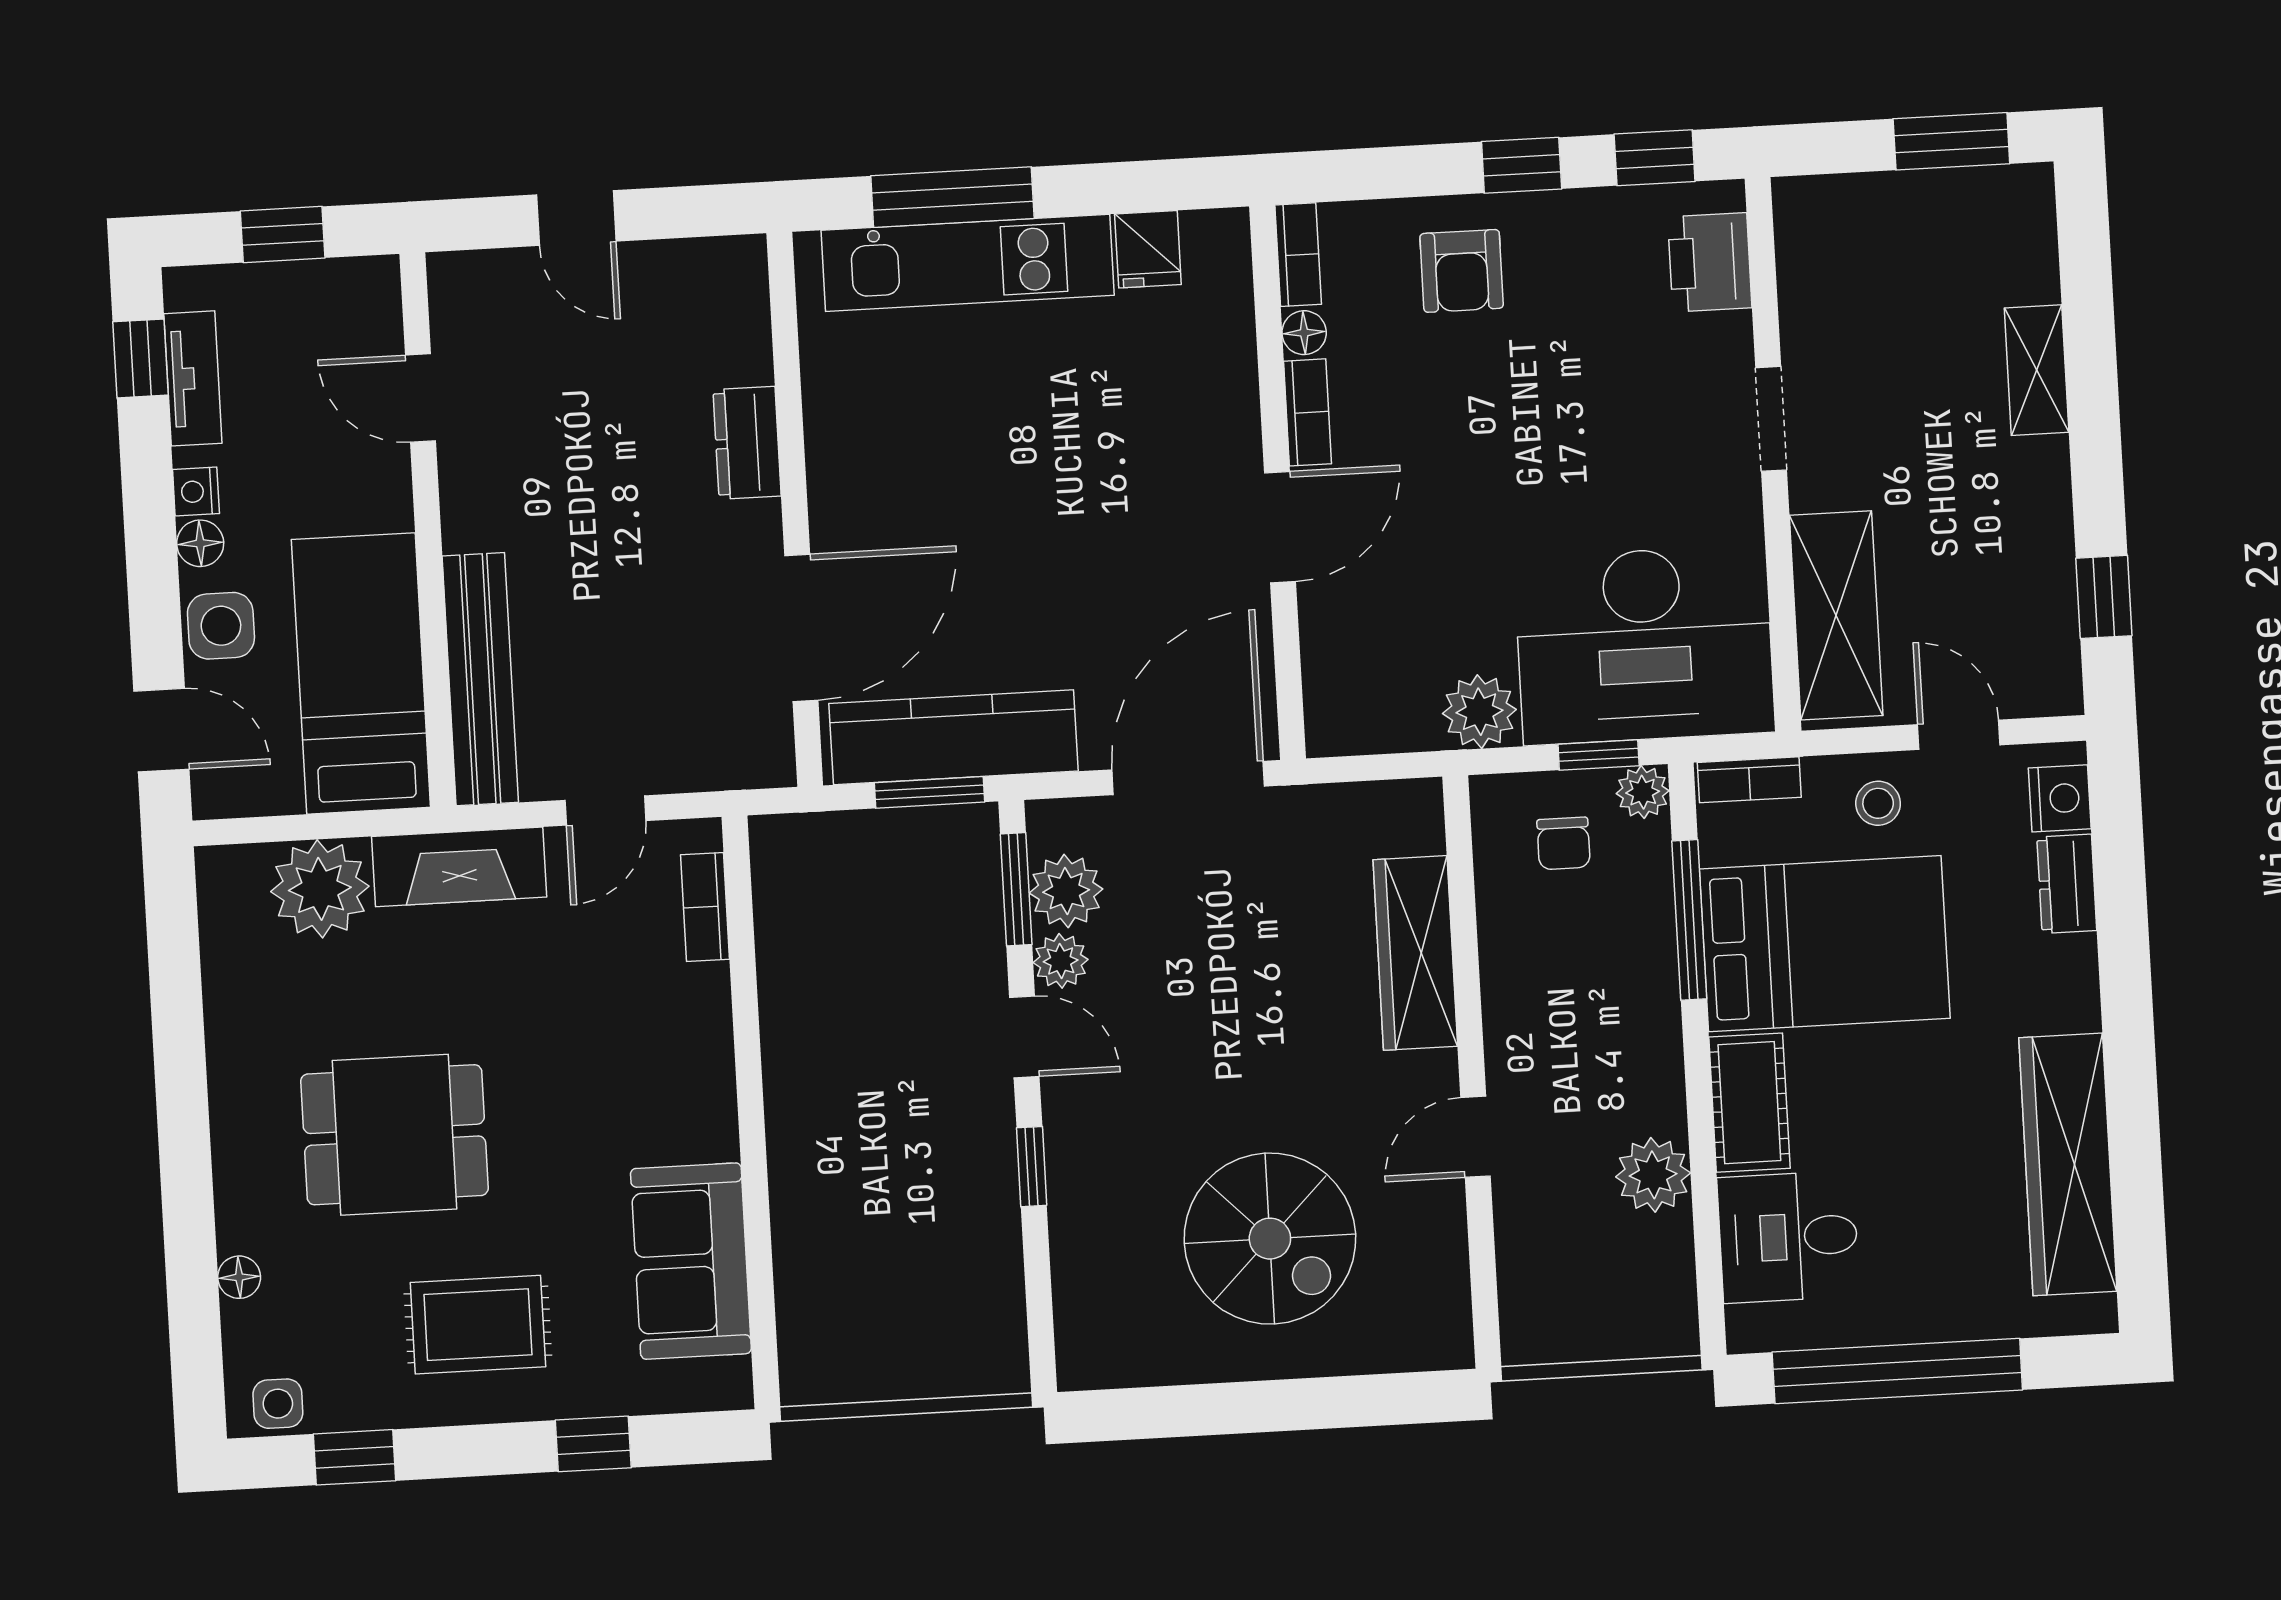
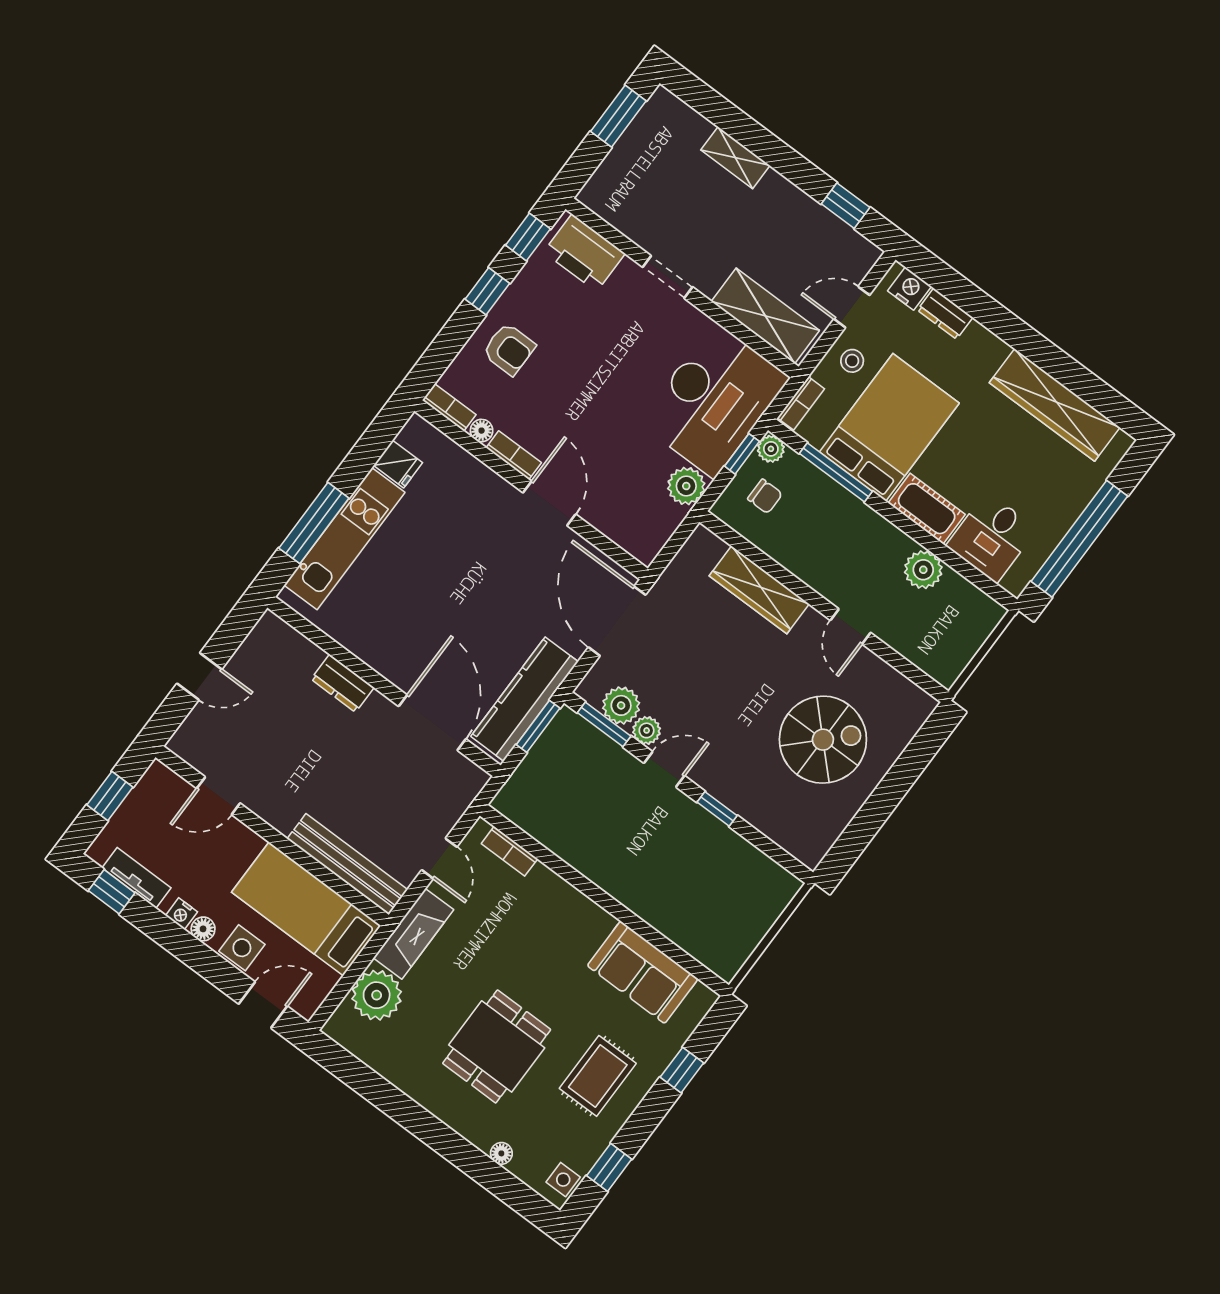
printer: (1710, 262) -> (584, 253), width x1.37, depth x1.19

